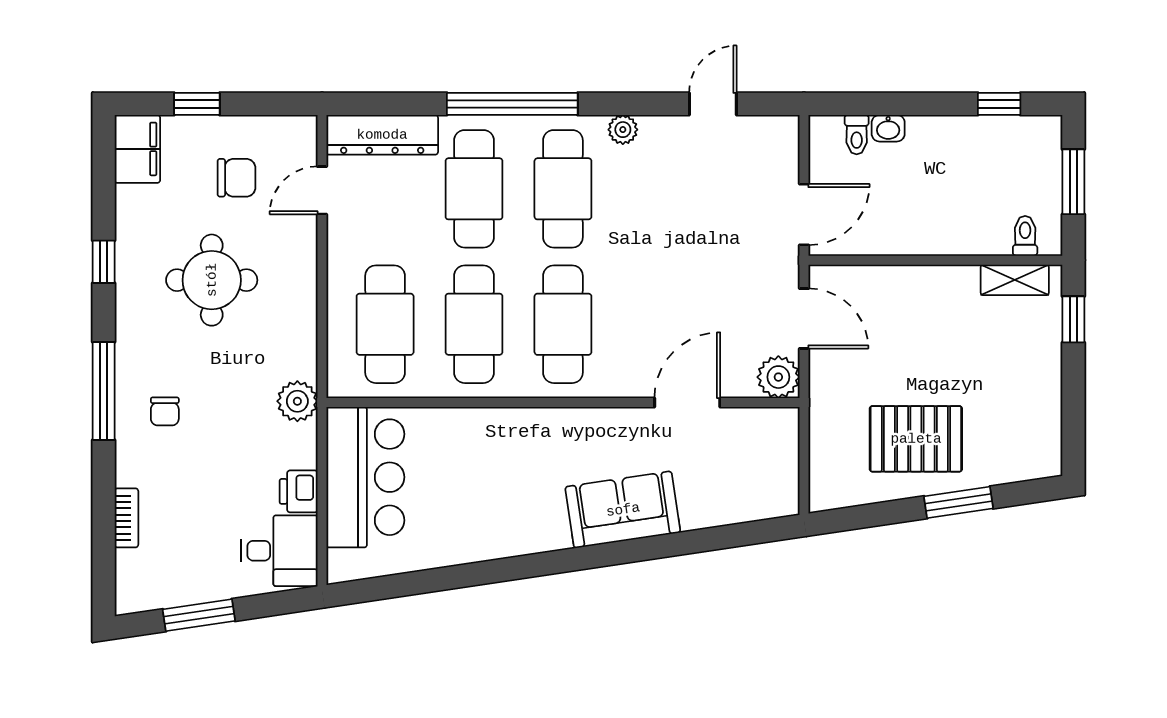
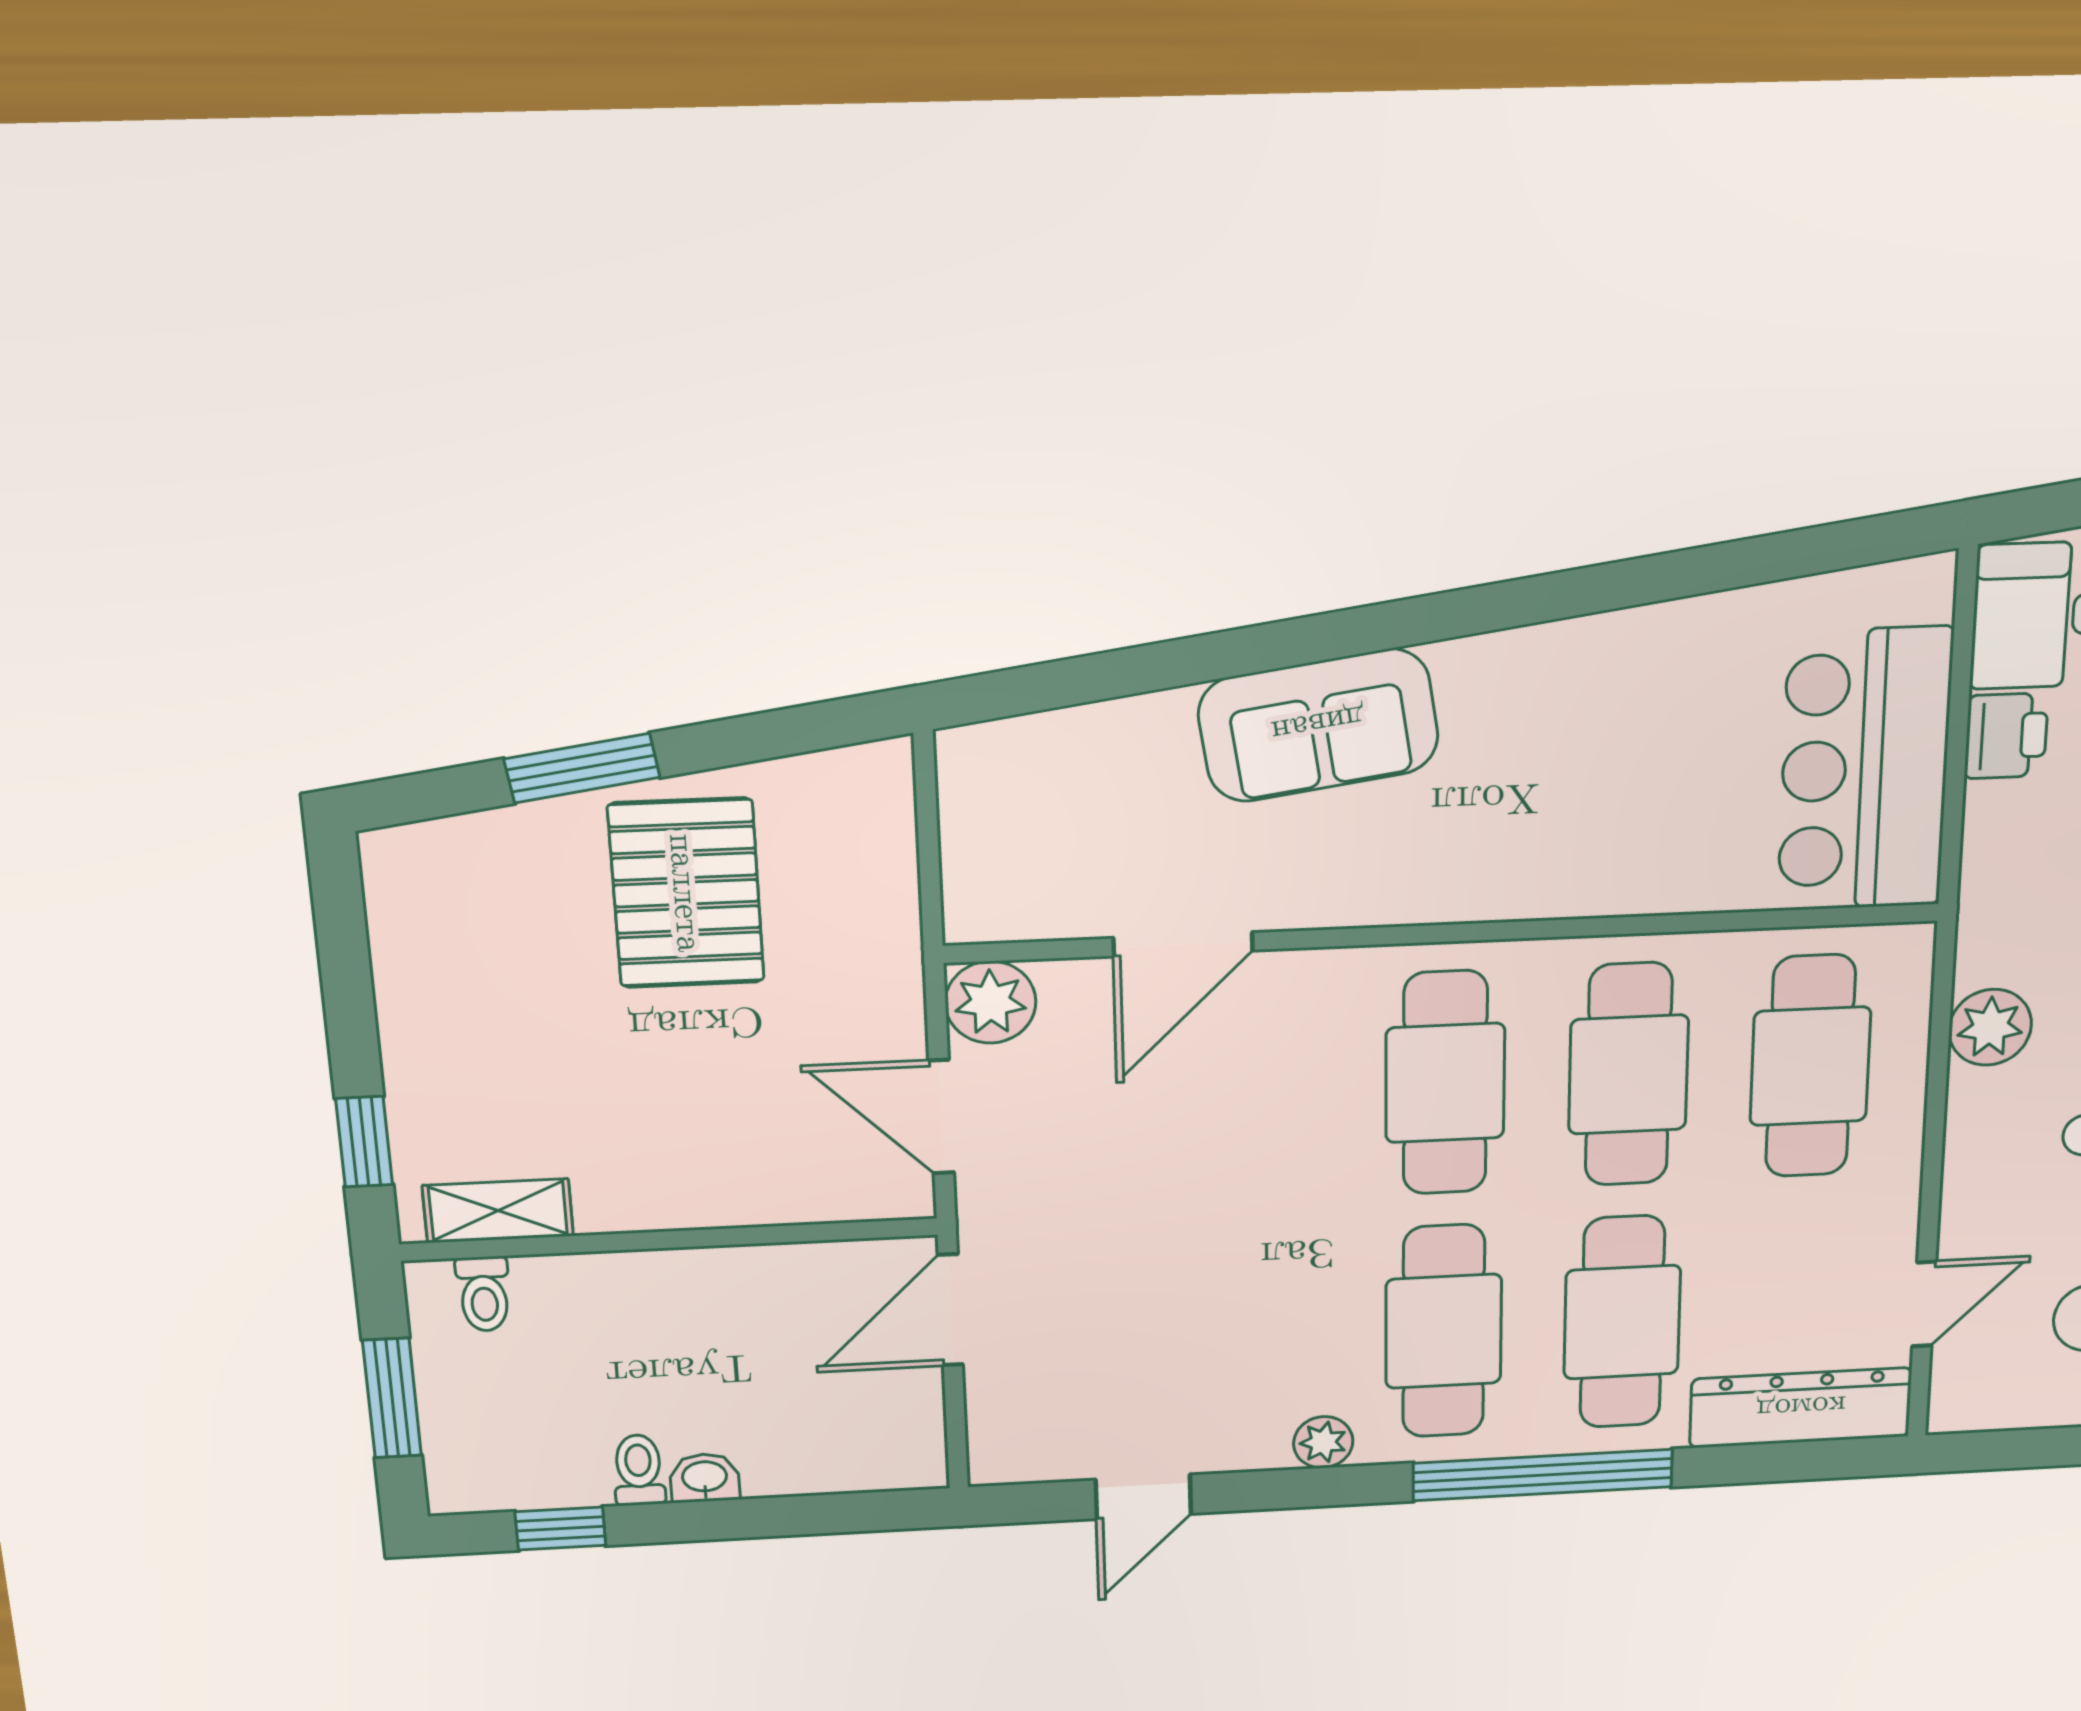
washbasin: (888, 128) -> (705, 1478), moved
toilet: (857, 135) -> (639, 1470), moved
plant: (297, 401) -> (1990, 1027), moved
pallet: (916, 439) -> (686, 893), turned 90

